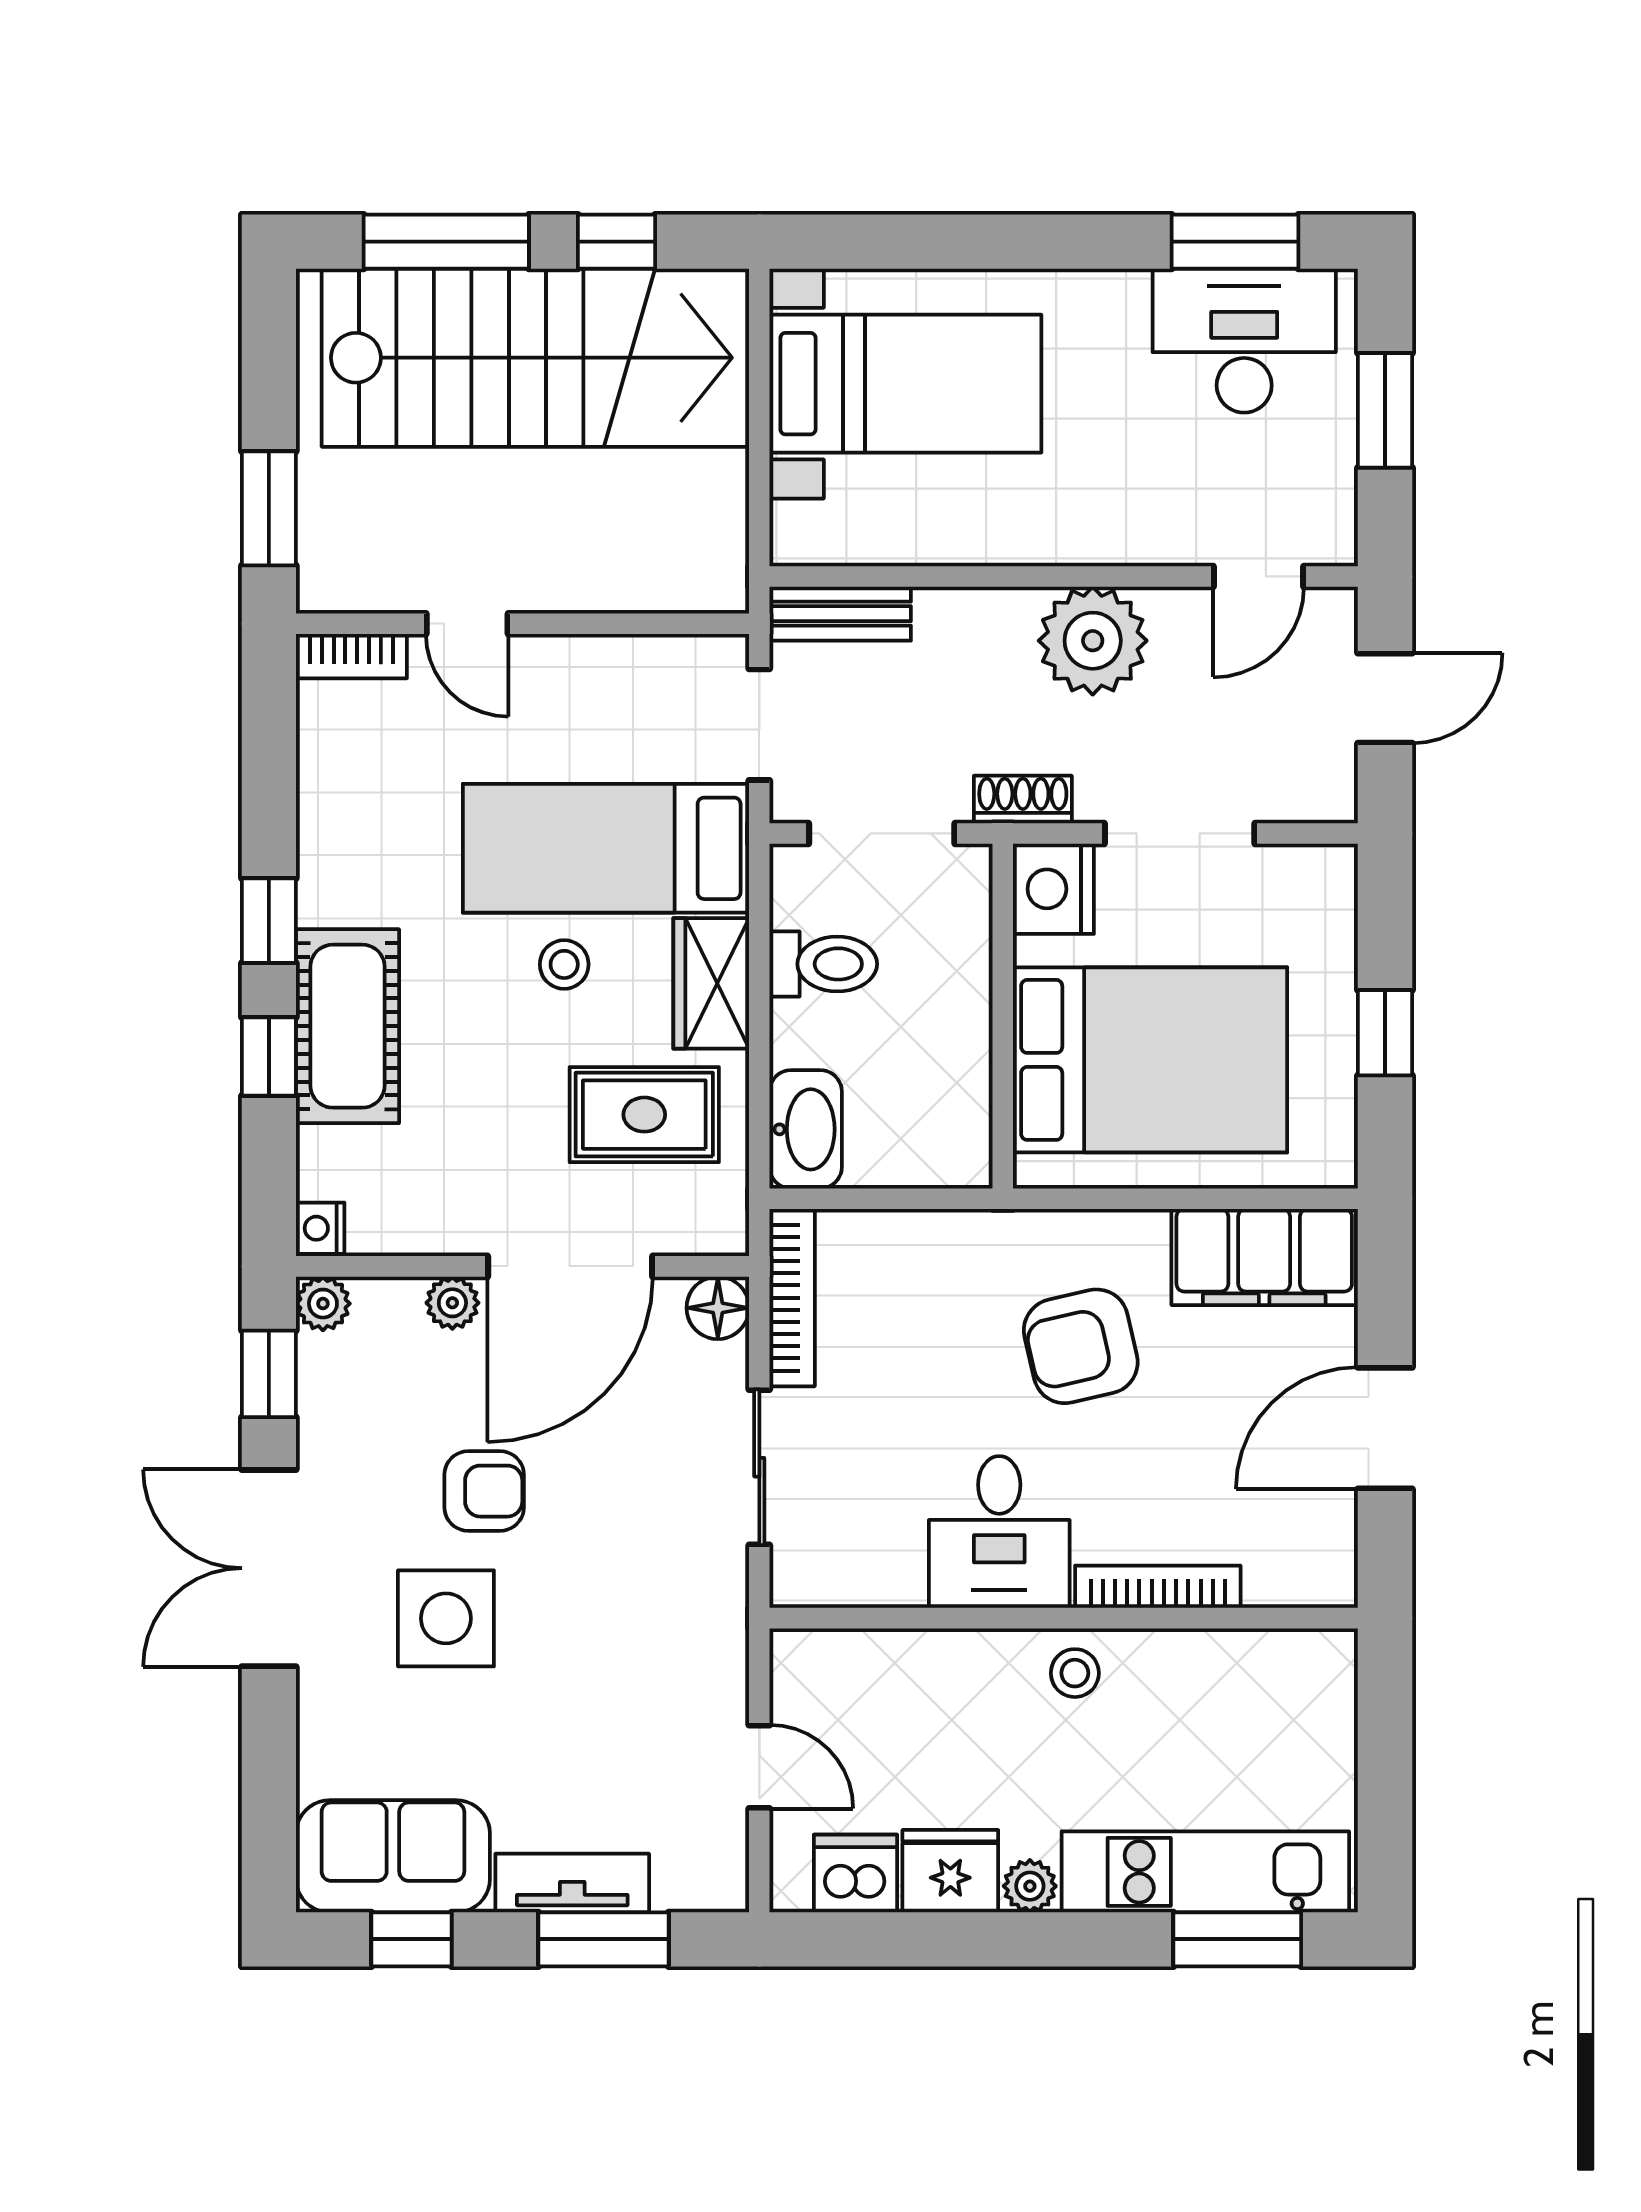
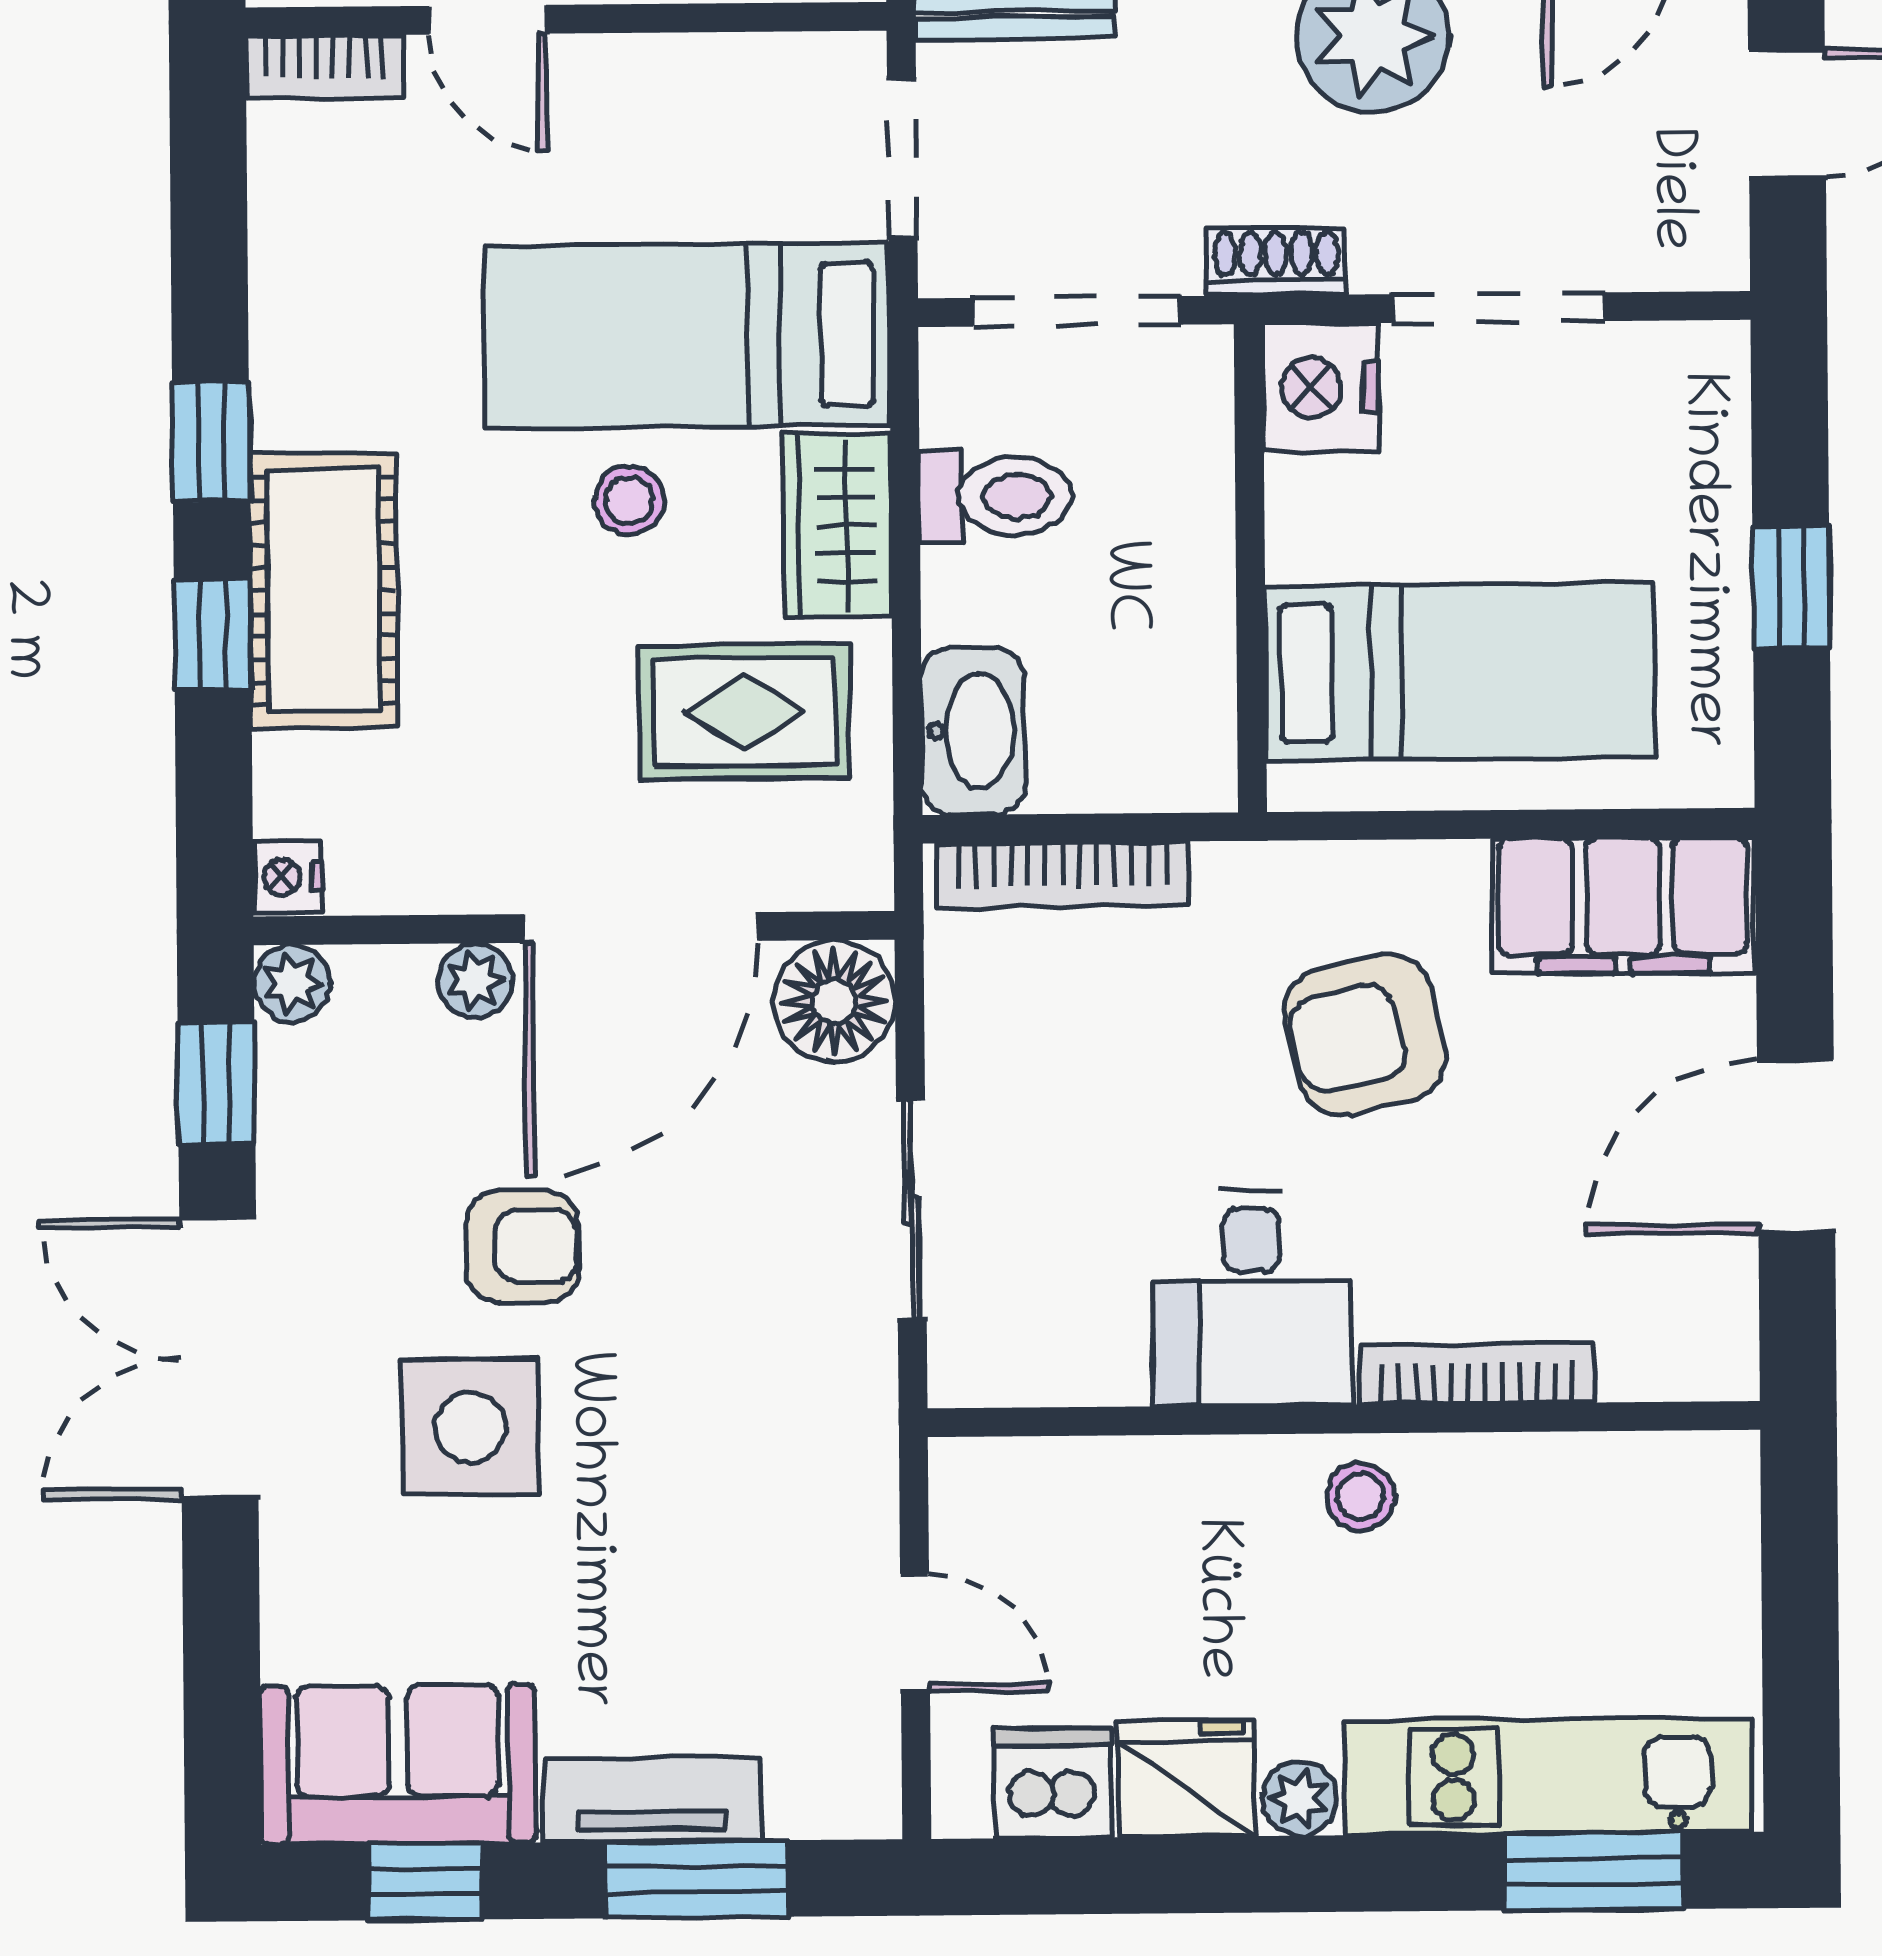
bed: (1150, 1060) -> (1460, 672), width x0.67
bookcase: (792, 1298) -> (1062, 875), moved, turned 90
floor lamp: (718, 1308) -> (834, 1001), width x1.38, depth x1.38

